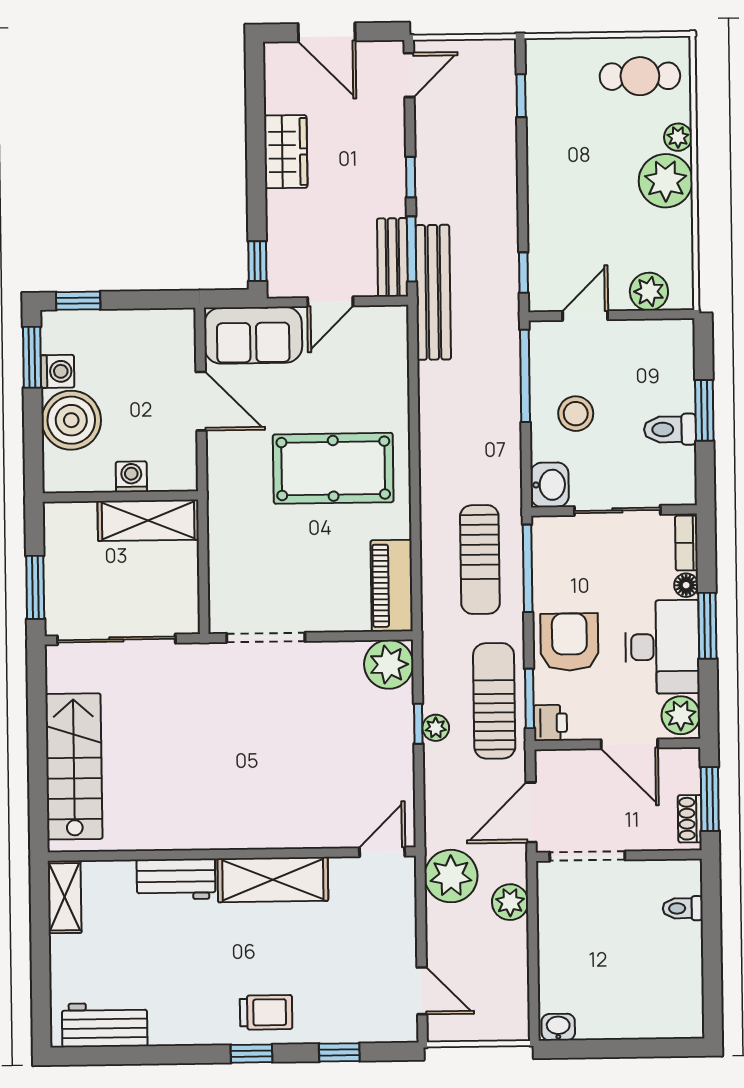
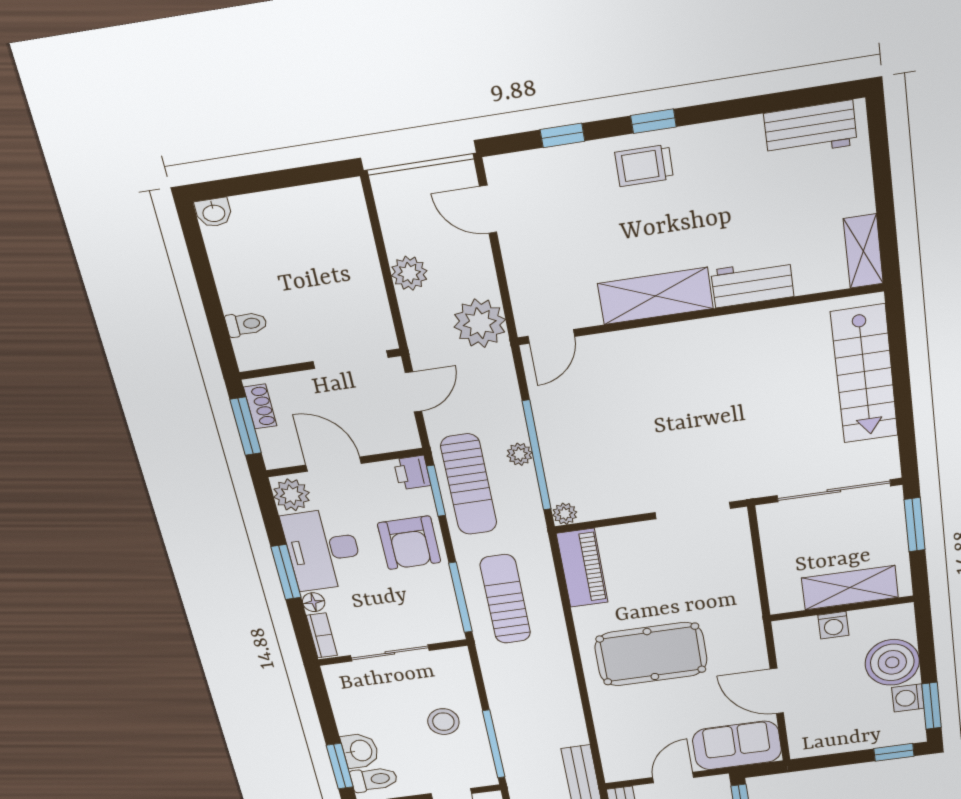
window: (704, 410) -> (340, 766), moved
toilet: (670, 429) -> (374, 779), moved
washbasin: (550, 485) -> (360, 751), moved, turned 180
shelving: (148, 520) -> (850, 588), moved
plant: (389, 664) -> (565, 514), width x0.53, depth x0.53
window: (418, 724) -> (537, 456), width x3.17
door: (531, 812) -> (414, 392), width x0.73
plant: (510, 902) -> (409, 273), moved
washbasin: (558, 1027) -> (214, 213), moved

